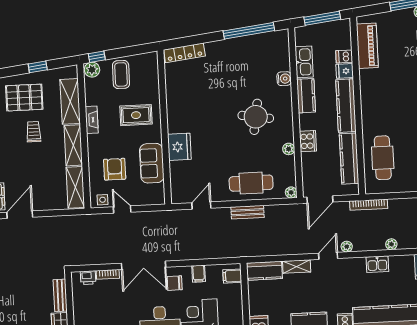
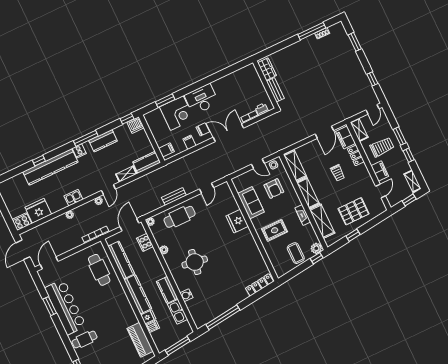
trolley: (34, 132) -> (338, 173), moved
cooker: (308, 141) -> (145, 242), moved

